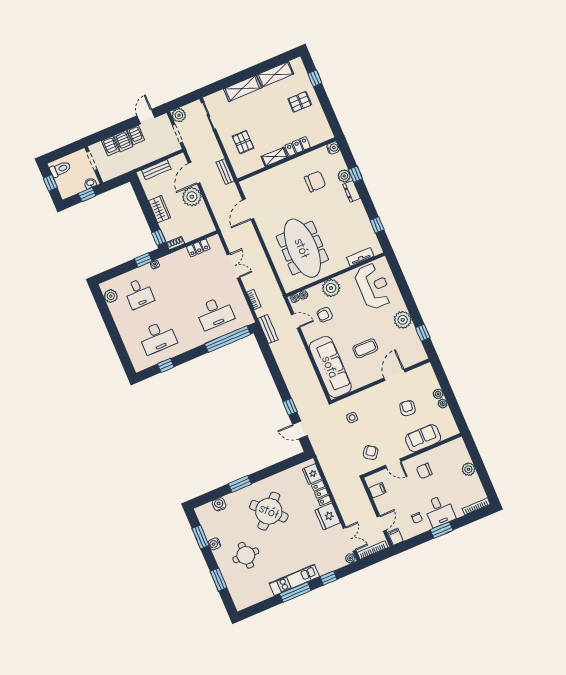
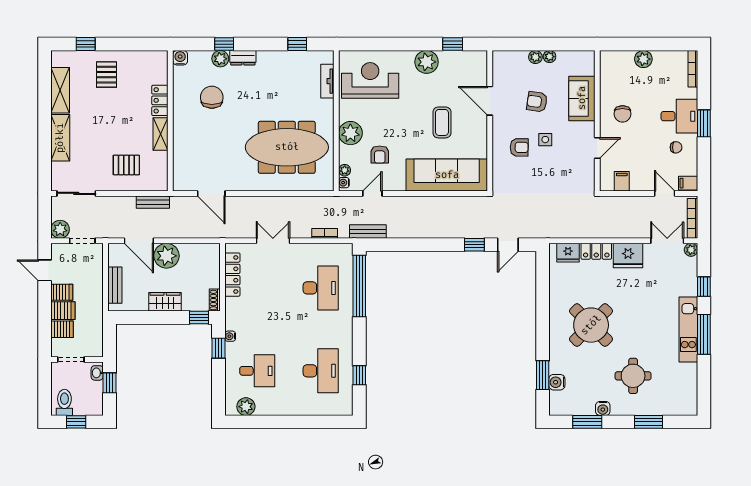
locker: (198, 248) -> (232, 275), width x1.53
side table: (352, 418) -> (545, 140), moved
armchair: (371, 453) -> (519, 147), moved, turned 144
window: (240, 484) -> (543, 375), moved

